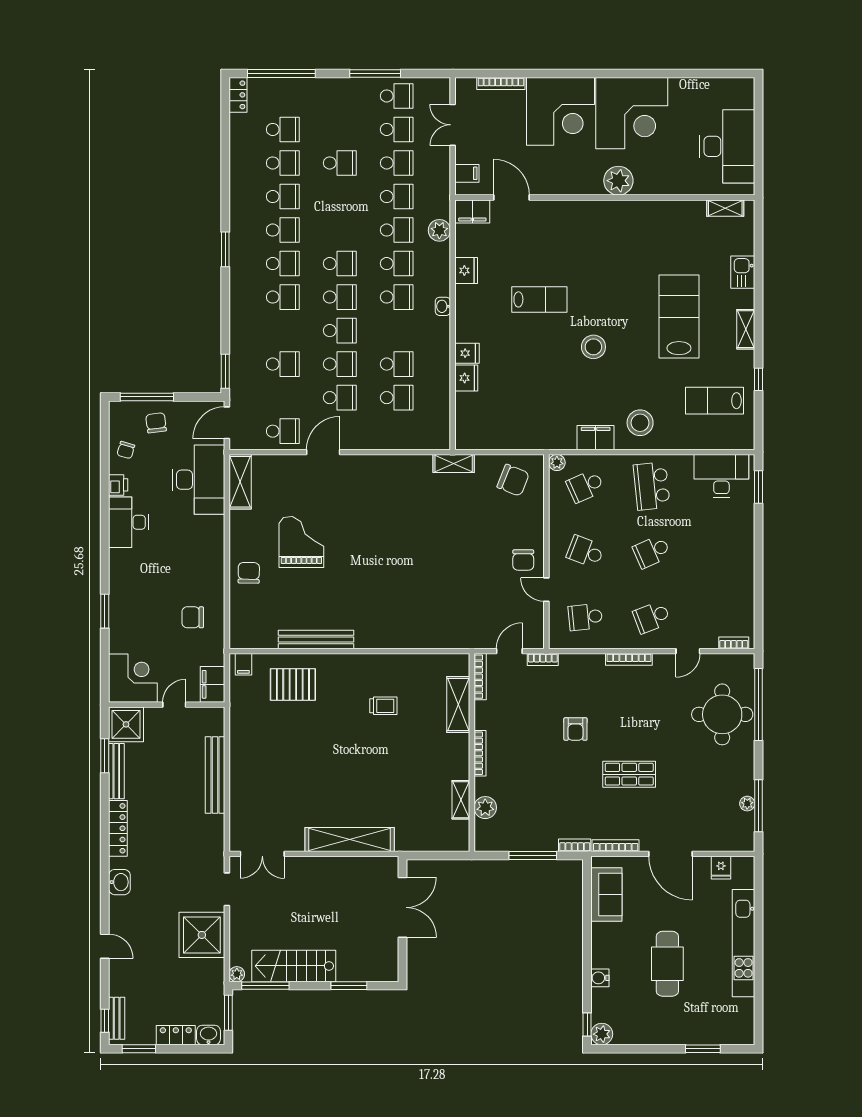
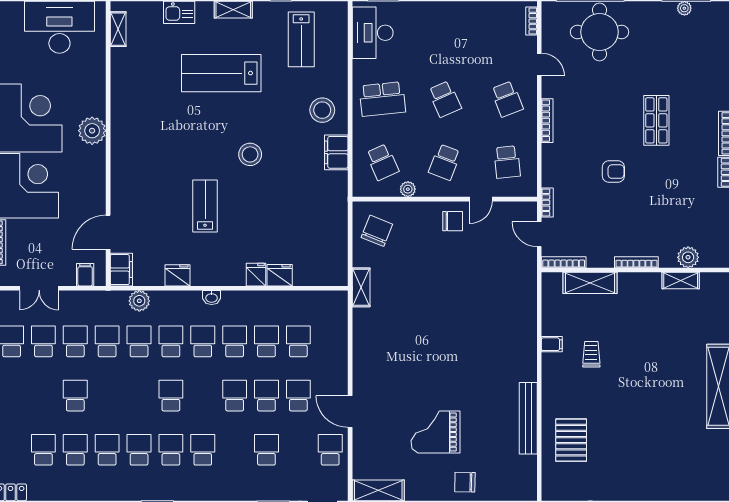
school desk: (340, 297) -> (235, 341), moved
plant: (557, 463) -> (408, 189), moved
filing cabinet: (243, 664) -> (552, 344), moved

